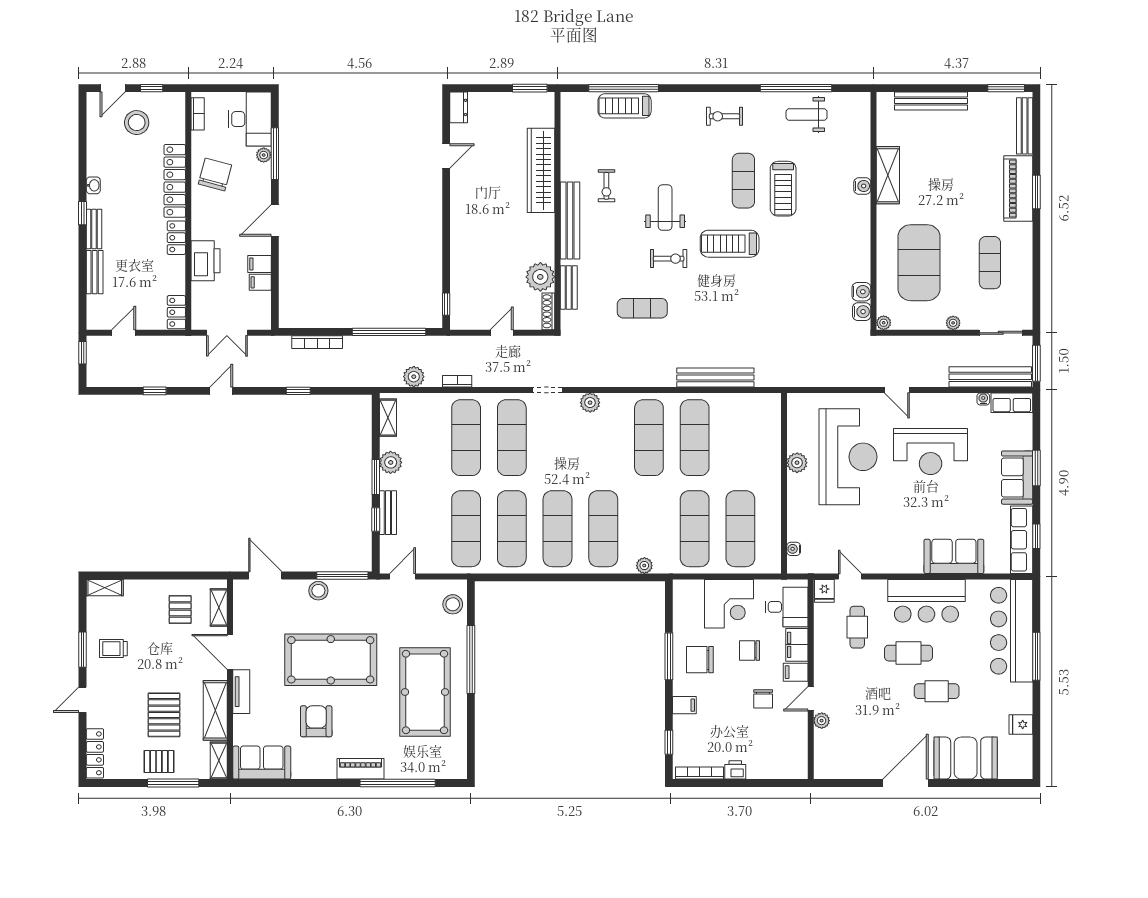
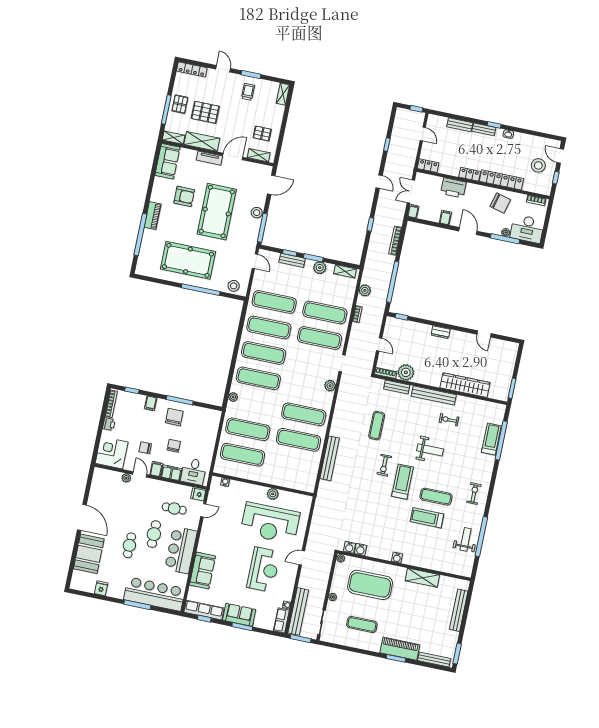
dresser: (459, 107) -> (441, 332), moved
water cooler: (862, 186) -> (397, 558), moved
exercise bike: (669, 259) -> (384, 465), moved
filing cabinet: (260, 282) -> (413, 211), moved
reception desk: (931, 452) -> (264, 570), turned 180
corner desk: (729, 604) -> (112, 453), moved, turned 90

